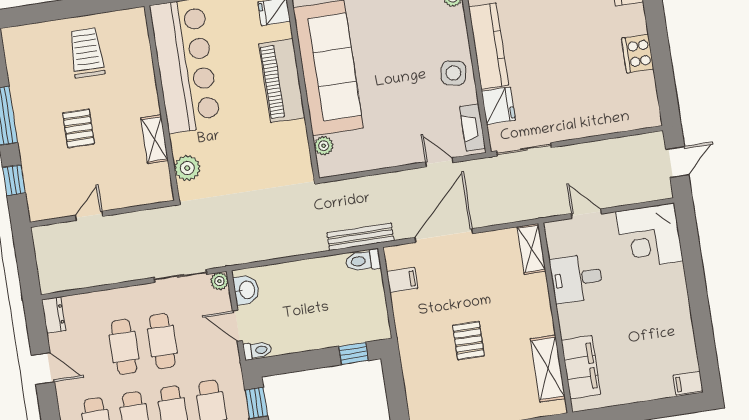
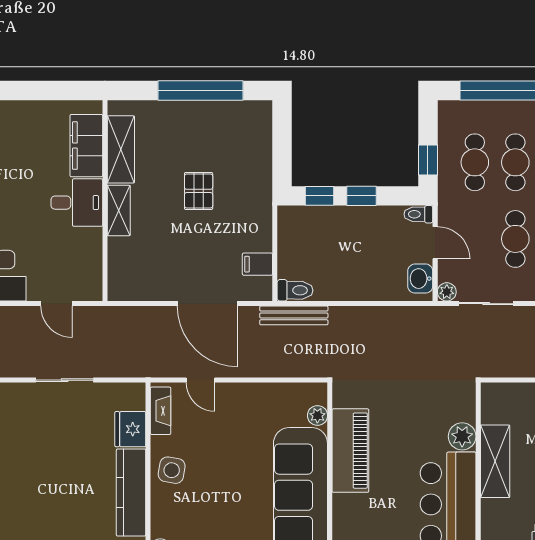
piano: (282, 81) -> (350, 451), moved
shelving: (154, 139) -> (495, 461), width x1.50, depth x1.33
sliding door: (524, 149) -> (65, 380), moved
plant: (187, 168) -> (462, 436), moved
door: (444, 236) -> (207, 304), hinge flipped
shelving: (532, 249) -> (119, 210), moved
desk: (577, 278) -> (77, 203), moved
window: (314, 360) -> (362, 196), added

